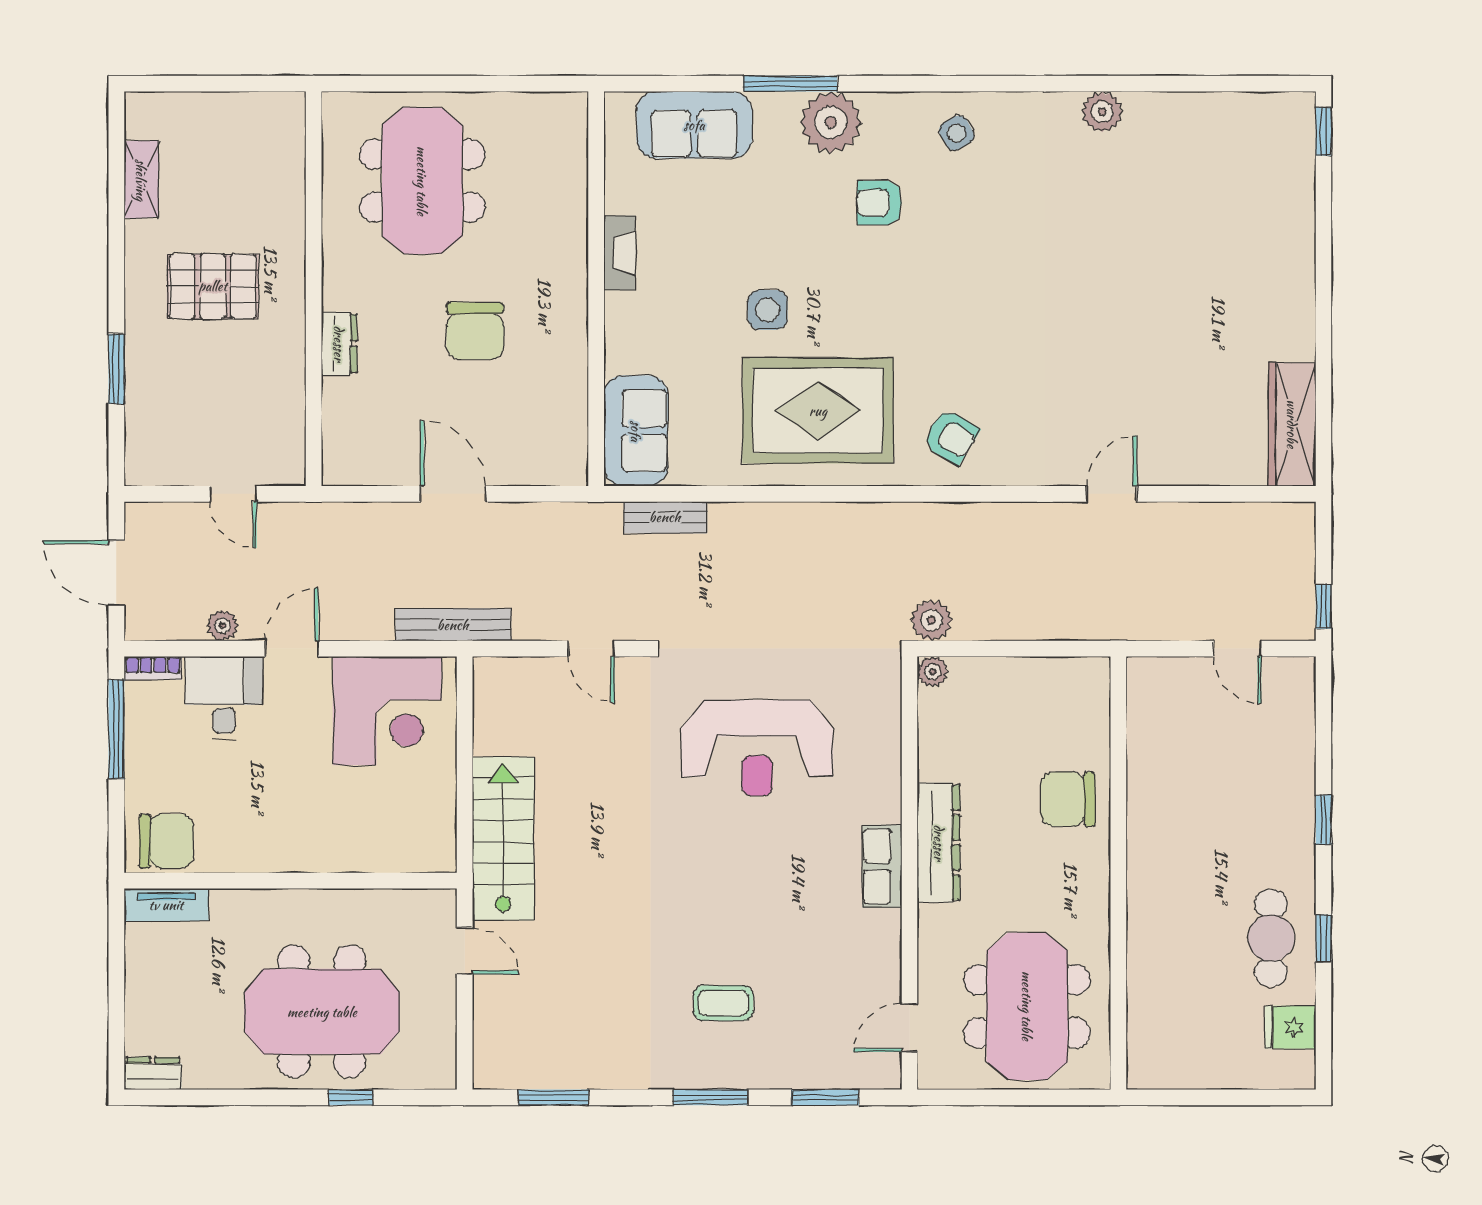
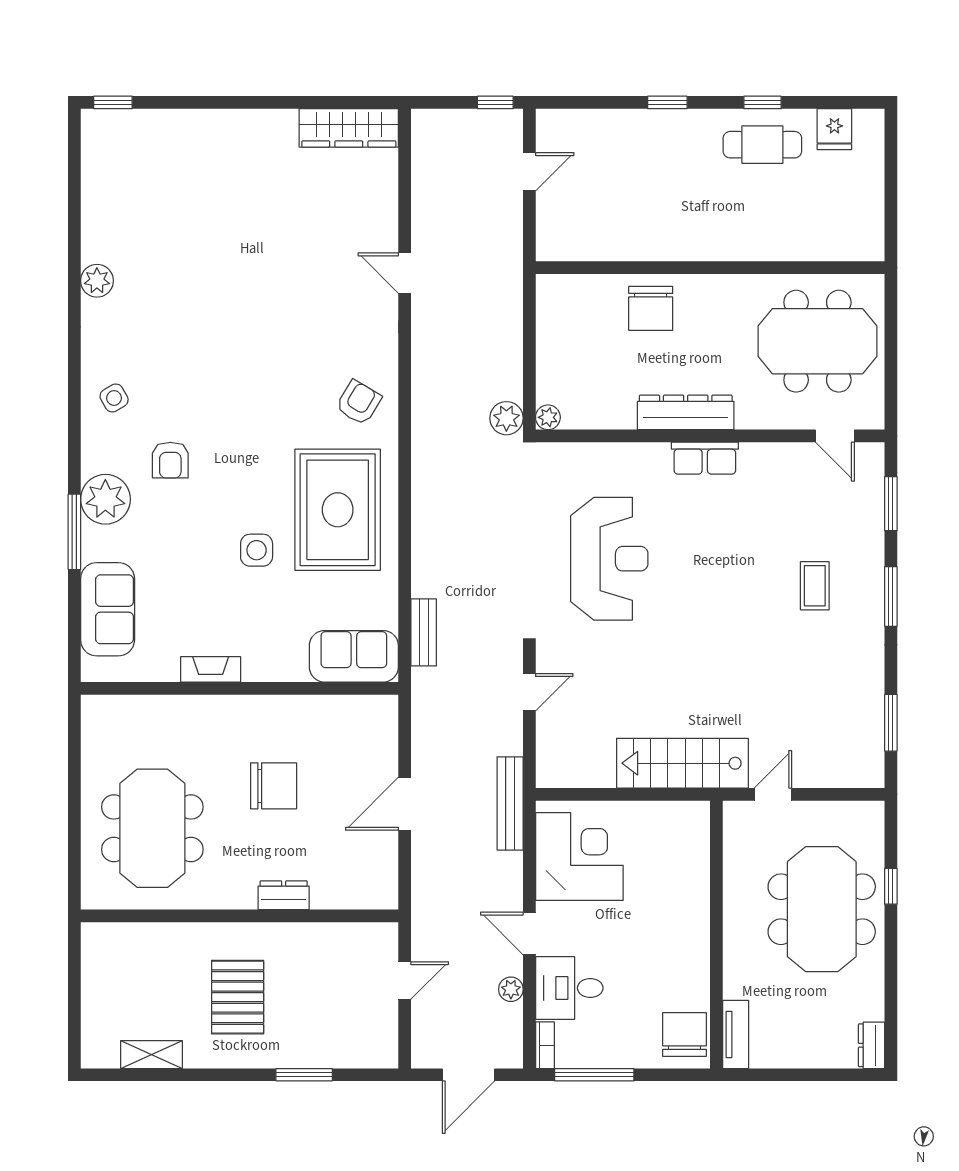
meeting table: (422, 181) -> (152, 828), turned 90

